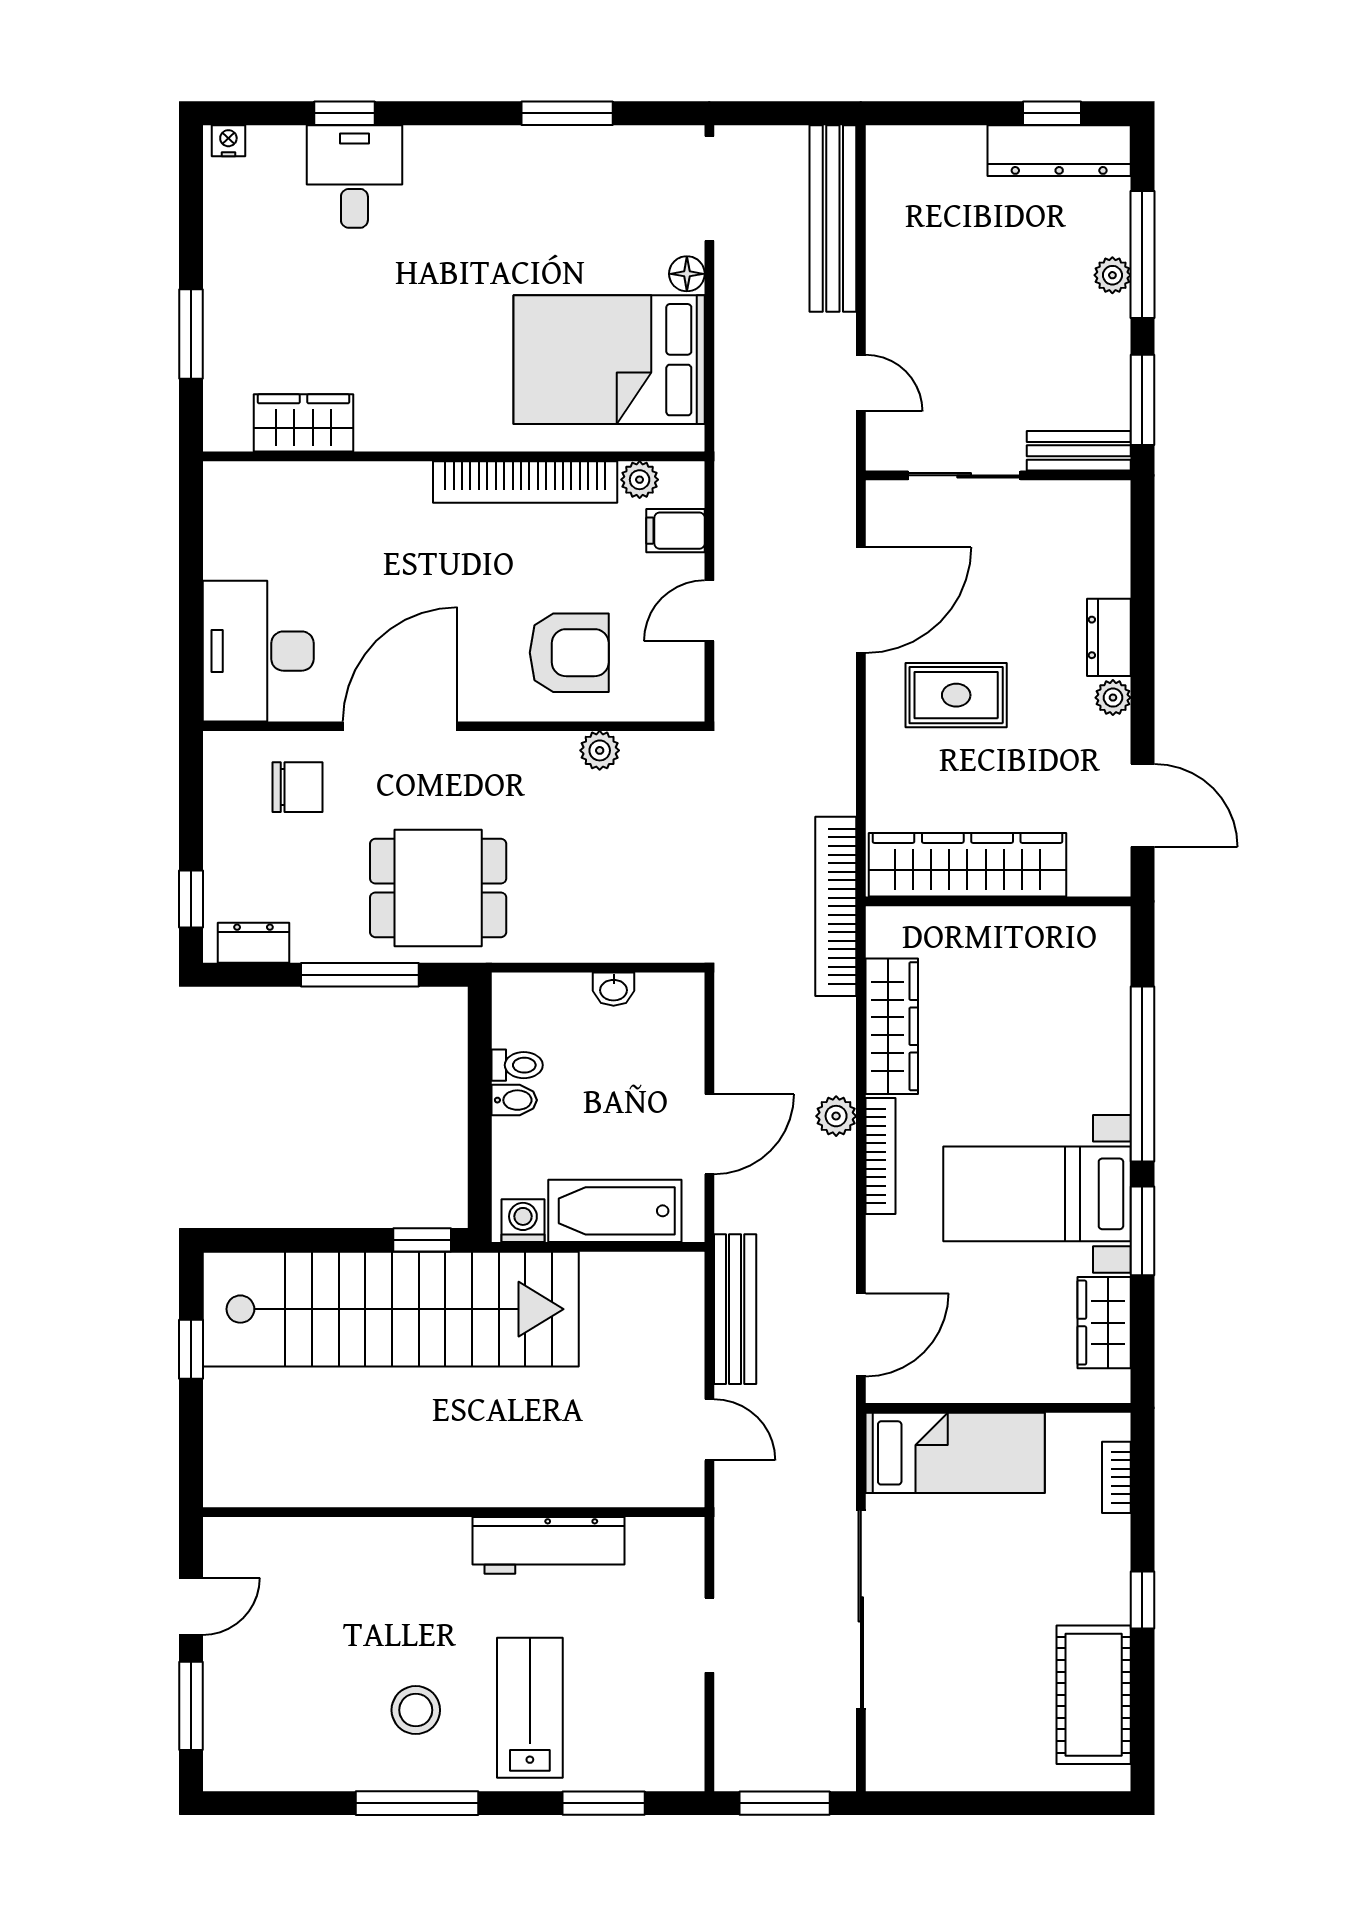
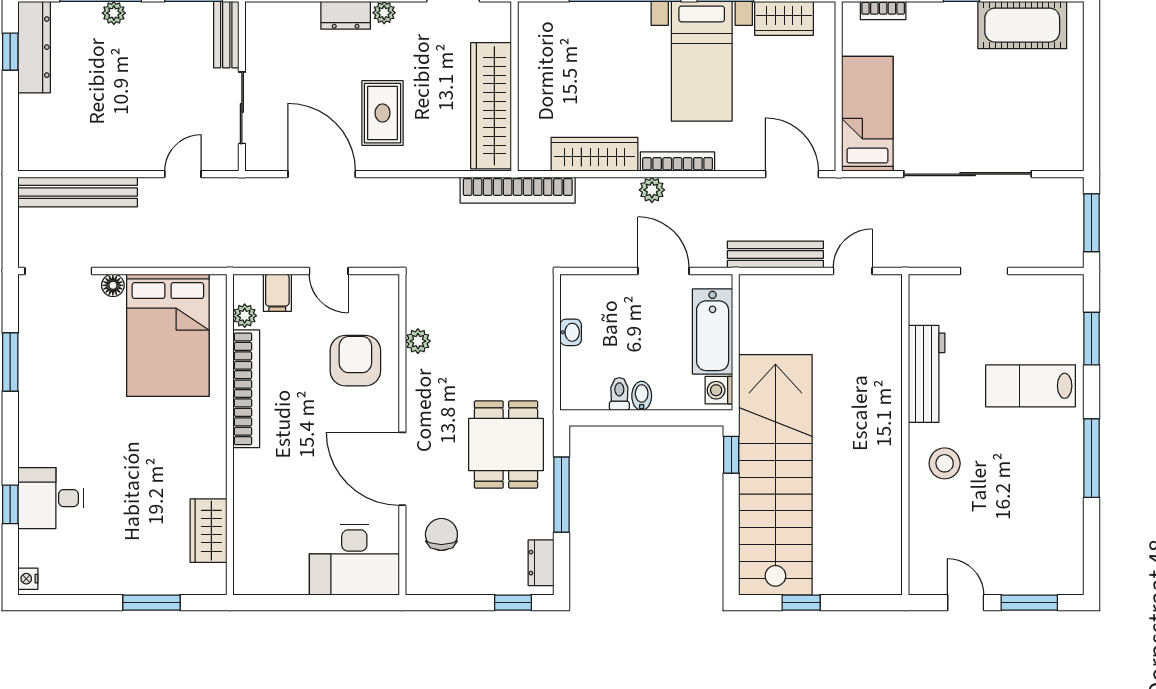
stool: (416, 1710) -> (945, 463), moved

